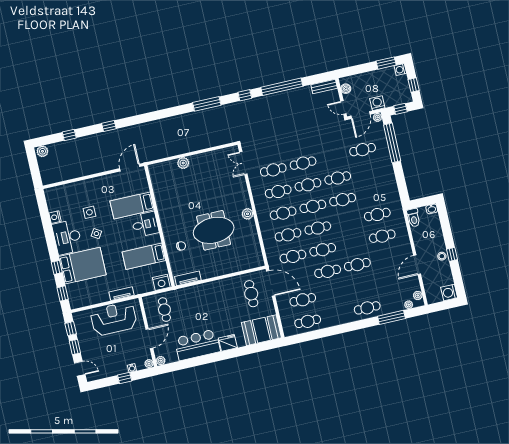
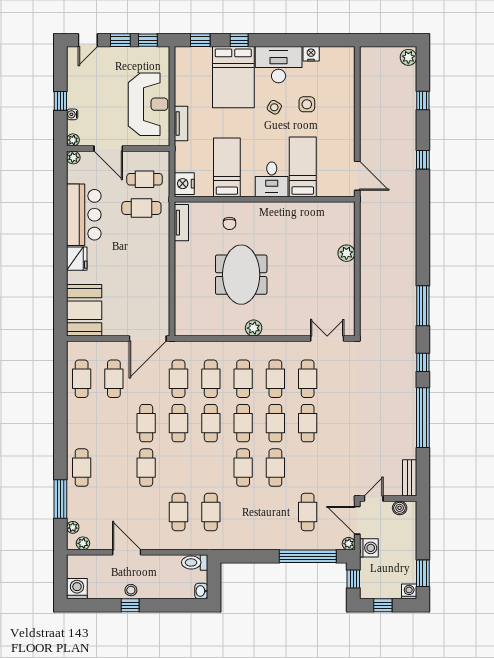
cafe table: (251, 294) -> (141, 208), moved

